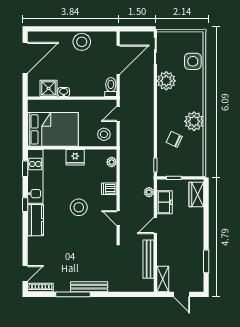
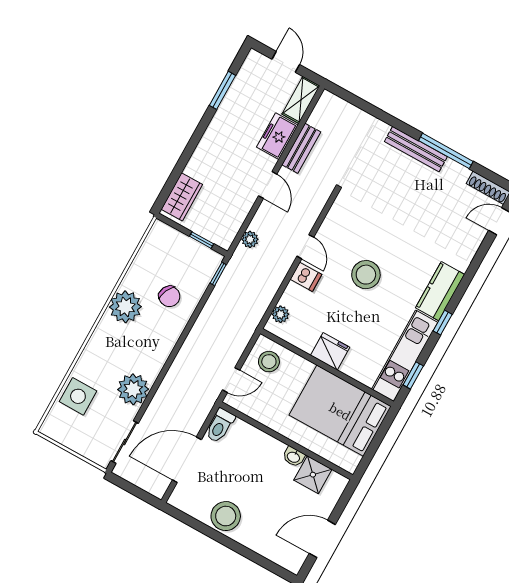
door: (25, 58) -> (322, 539), width x0.73
freezer: (165, 202) -> (277, 136), moved
door: (118, 218) -> (305, 247), moved
door: (155, 225) -> (268, 185), hinge flipped
bench: (149, 259) -> (301, 148), width x0.73

